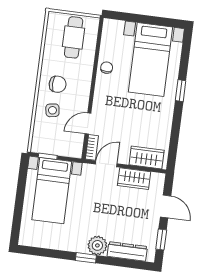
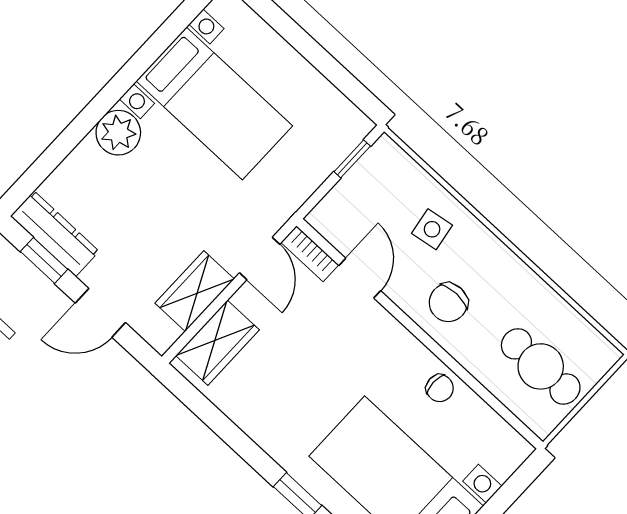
chair: (58, 84) -> (448, 303), moved
bed with nightstands: (52, 191) -> (214, 103), moved, turned 180
dresser: (127, 251) -> (55, 234), moved, turned -90
window: (86, 258) -> (110, 94), removed

